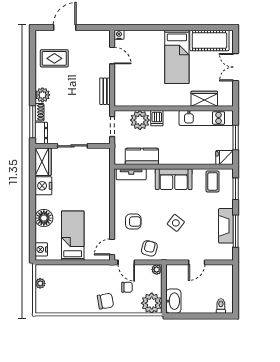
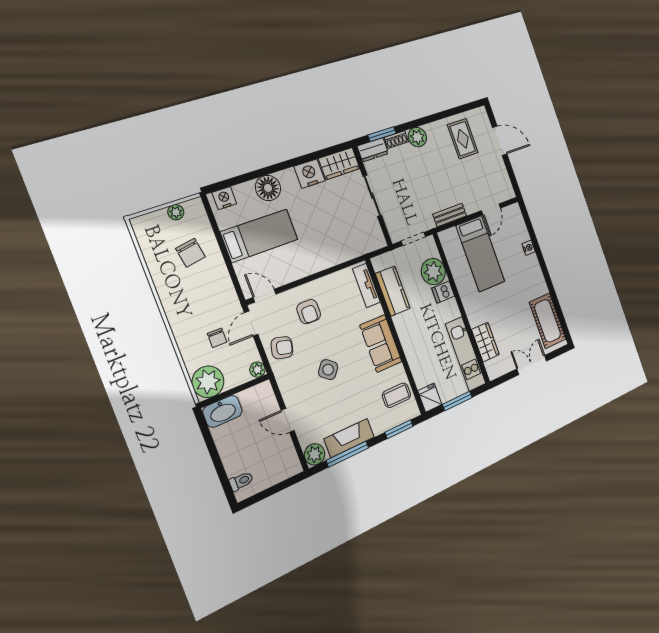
nightstand: (119, 35) -> (529, 248), moved
bed: (177, 57) -> (480, 254), moved, turned -90
window: (33, 122) -> (382, 134), width x0.69
plant: (226, 253) -> (315, 454), added
chair: (105, 301) -> (191, 253), moved

